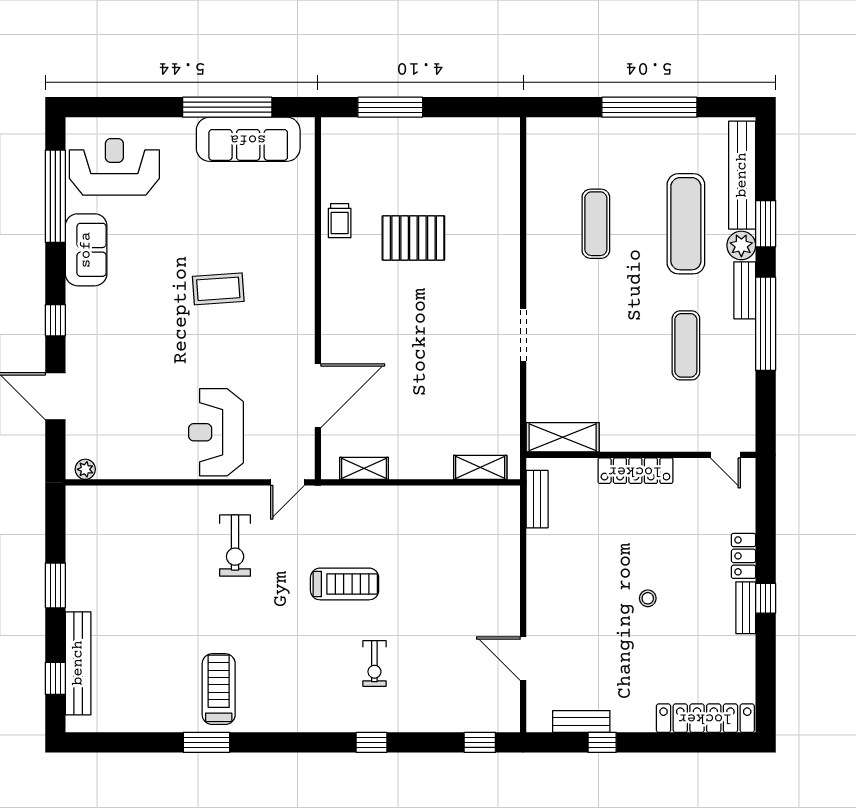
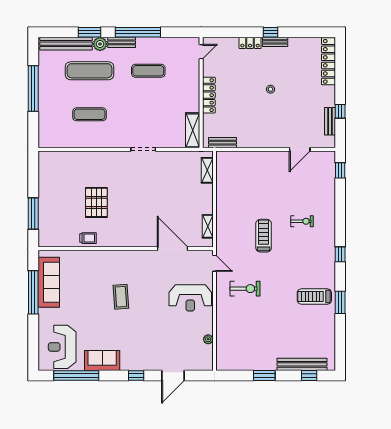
plant: (85, 469) -> (208, 339), moved
window: (371, 742) -> (340, 254), moved

